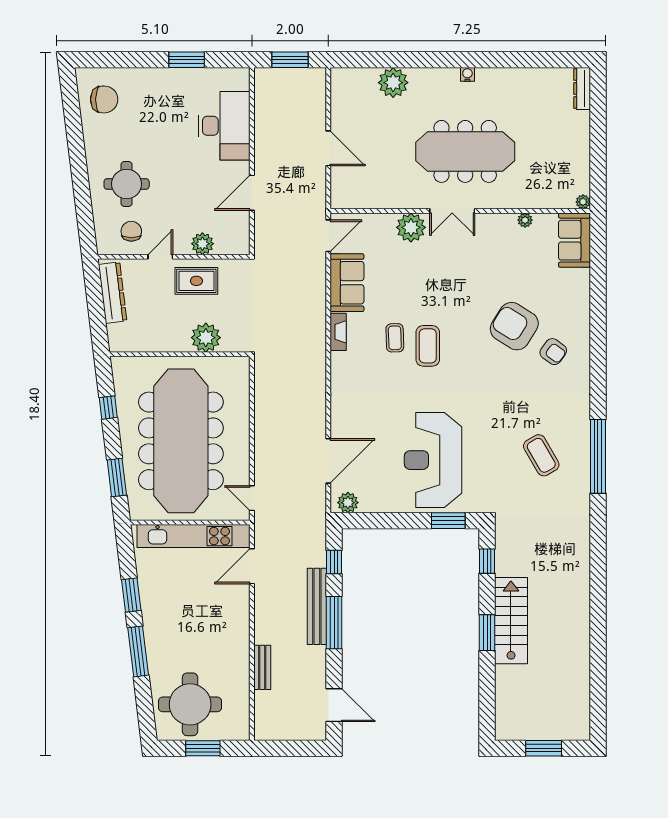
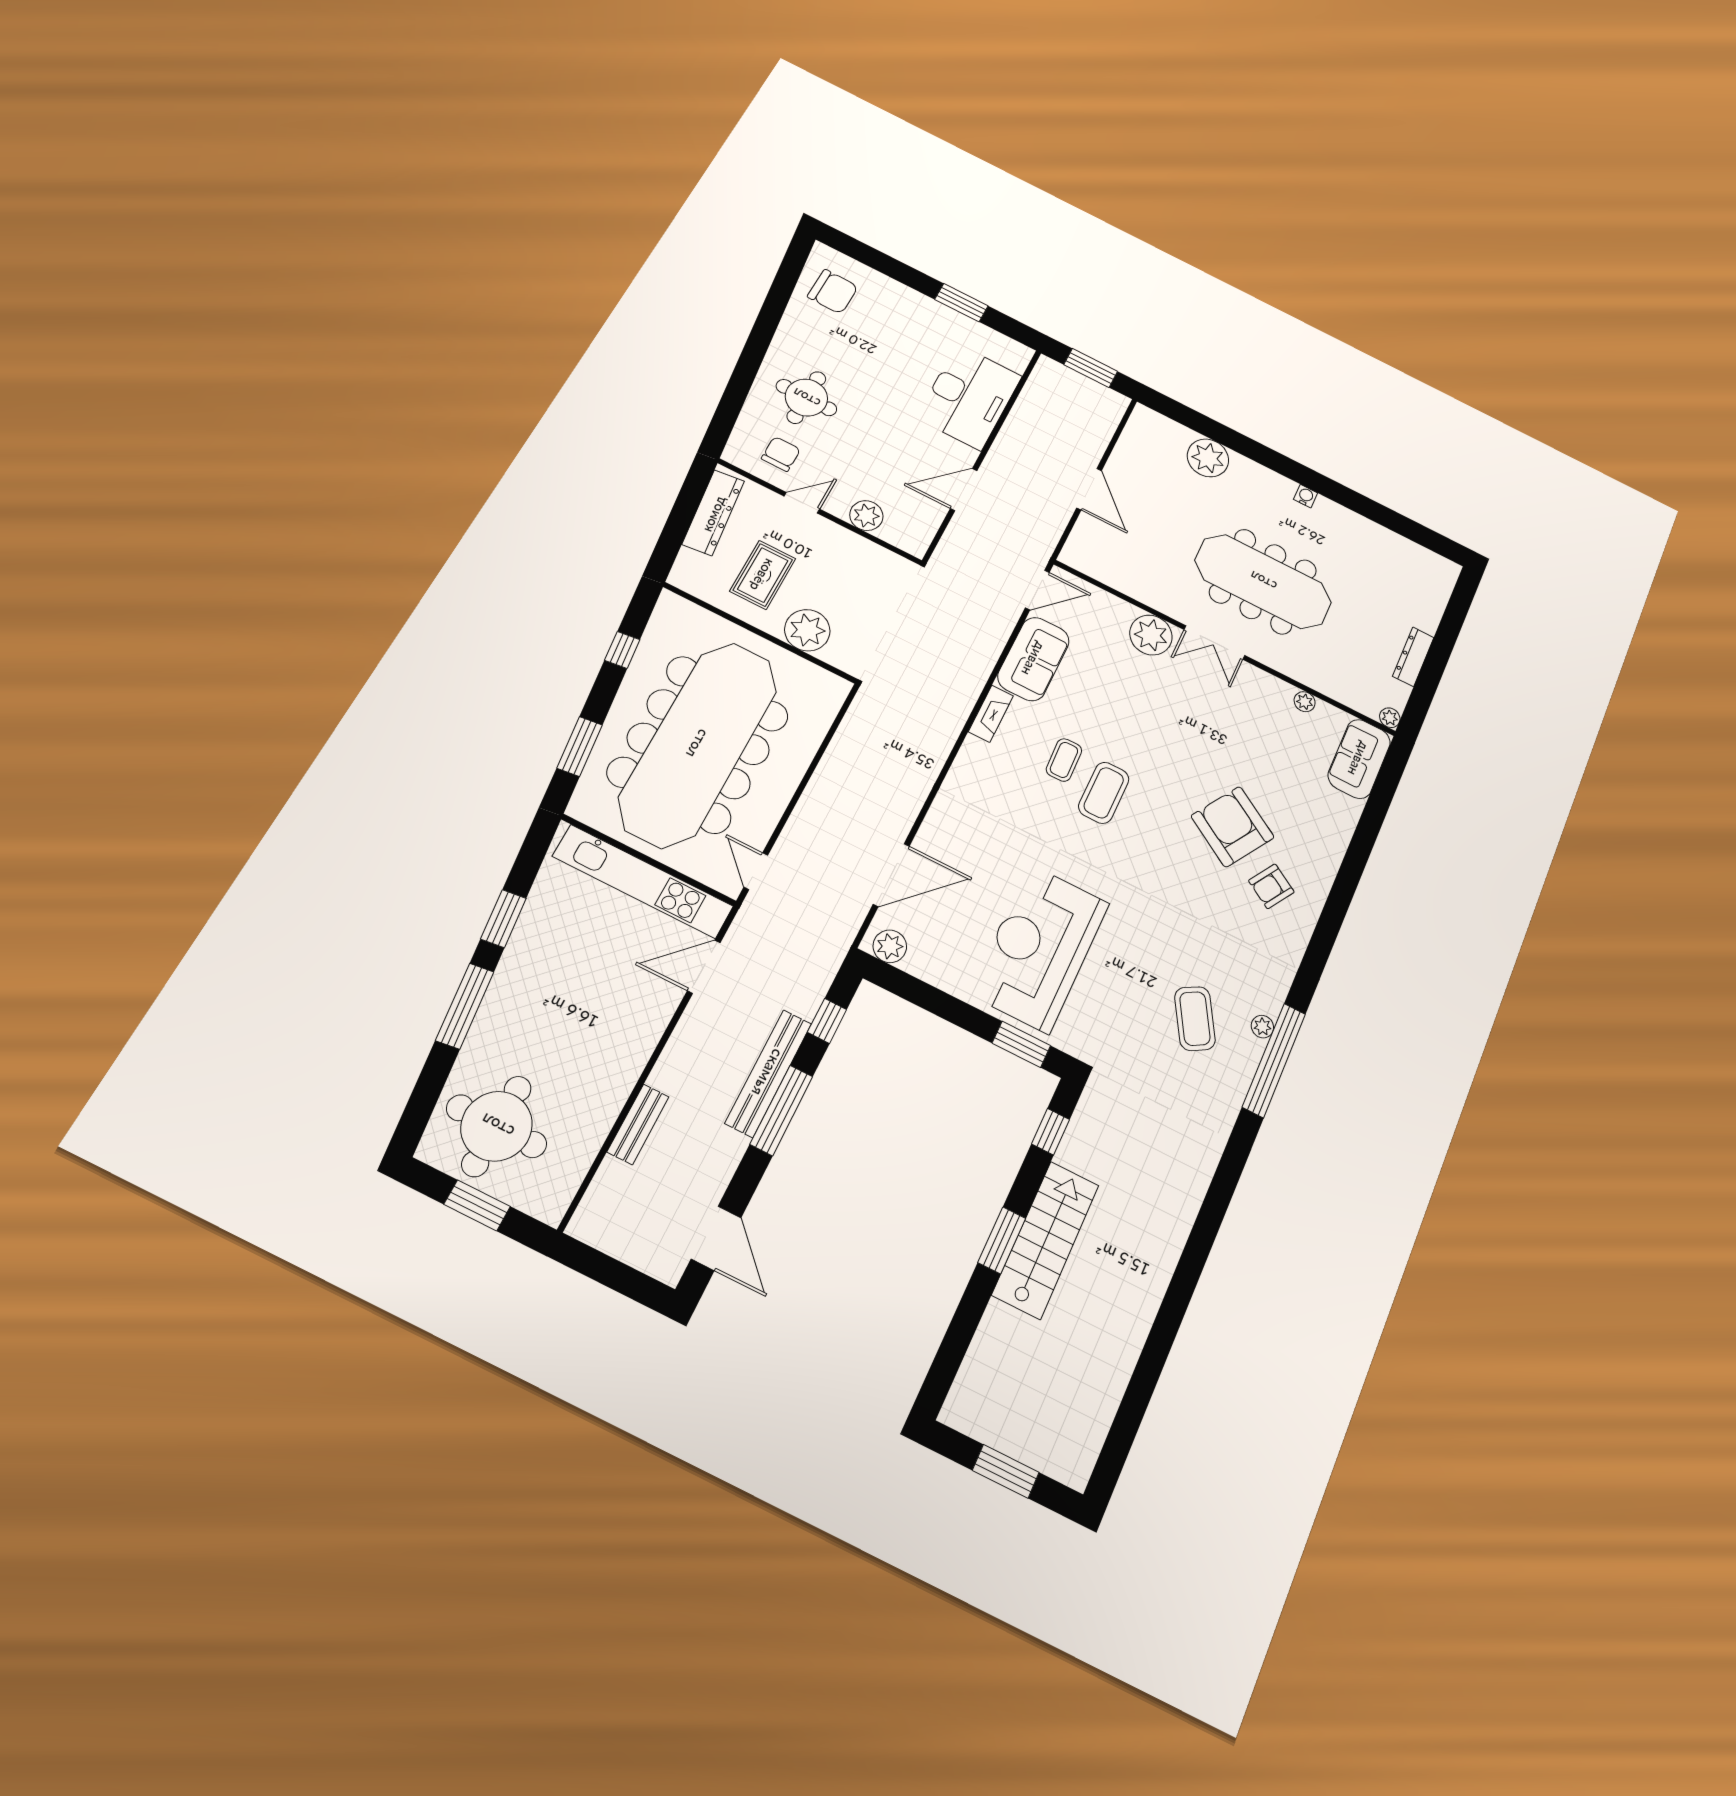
dresser: (582, 89) -> (1413, 657), moved
rug: (196, 281) -> (763, 575), moved, turned 90
armchair: (553, 352) -> (1271, 886), turned 86
plant: (583, 440) -> (1262, 1027), added

